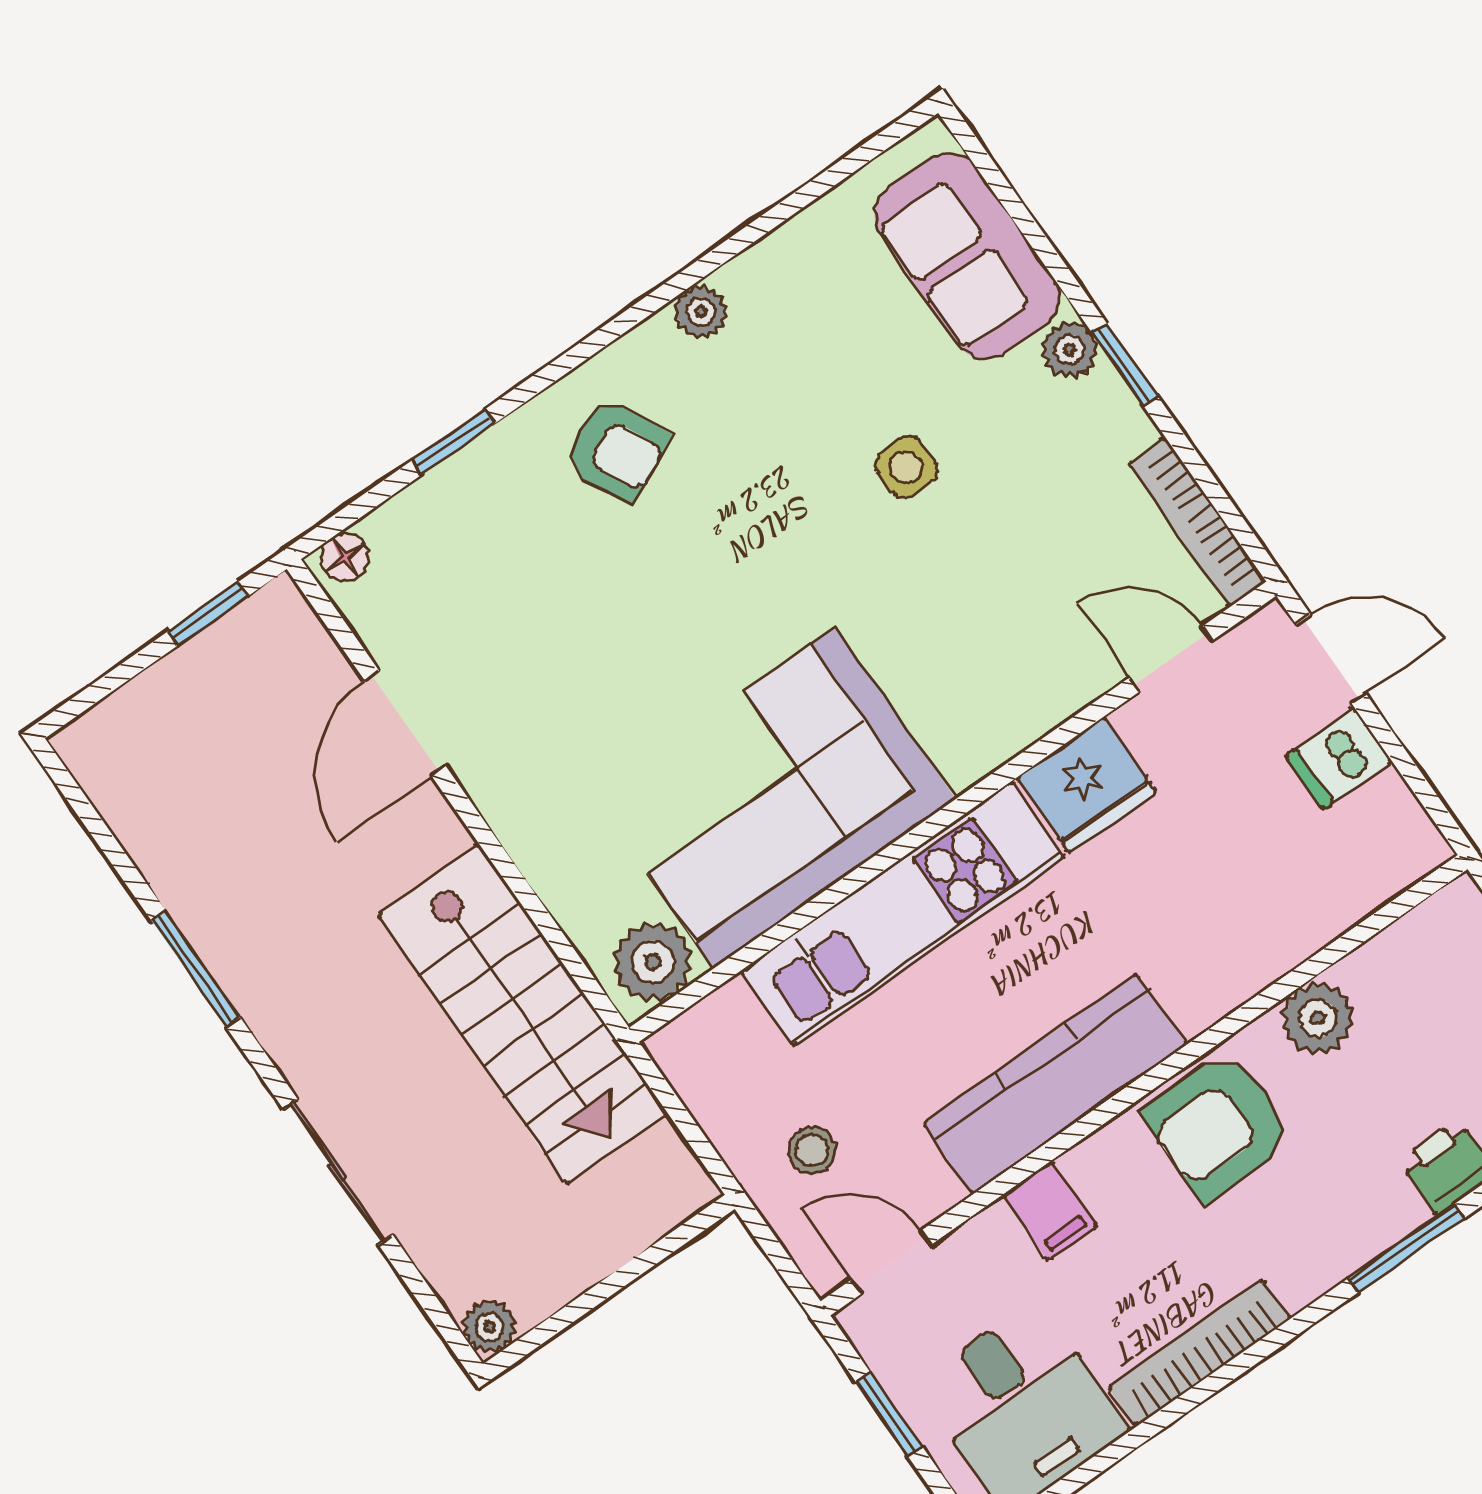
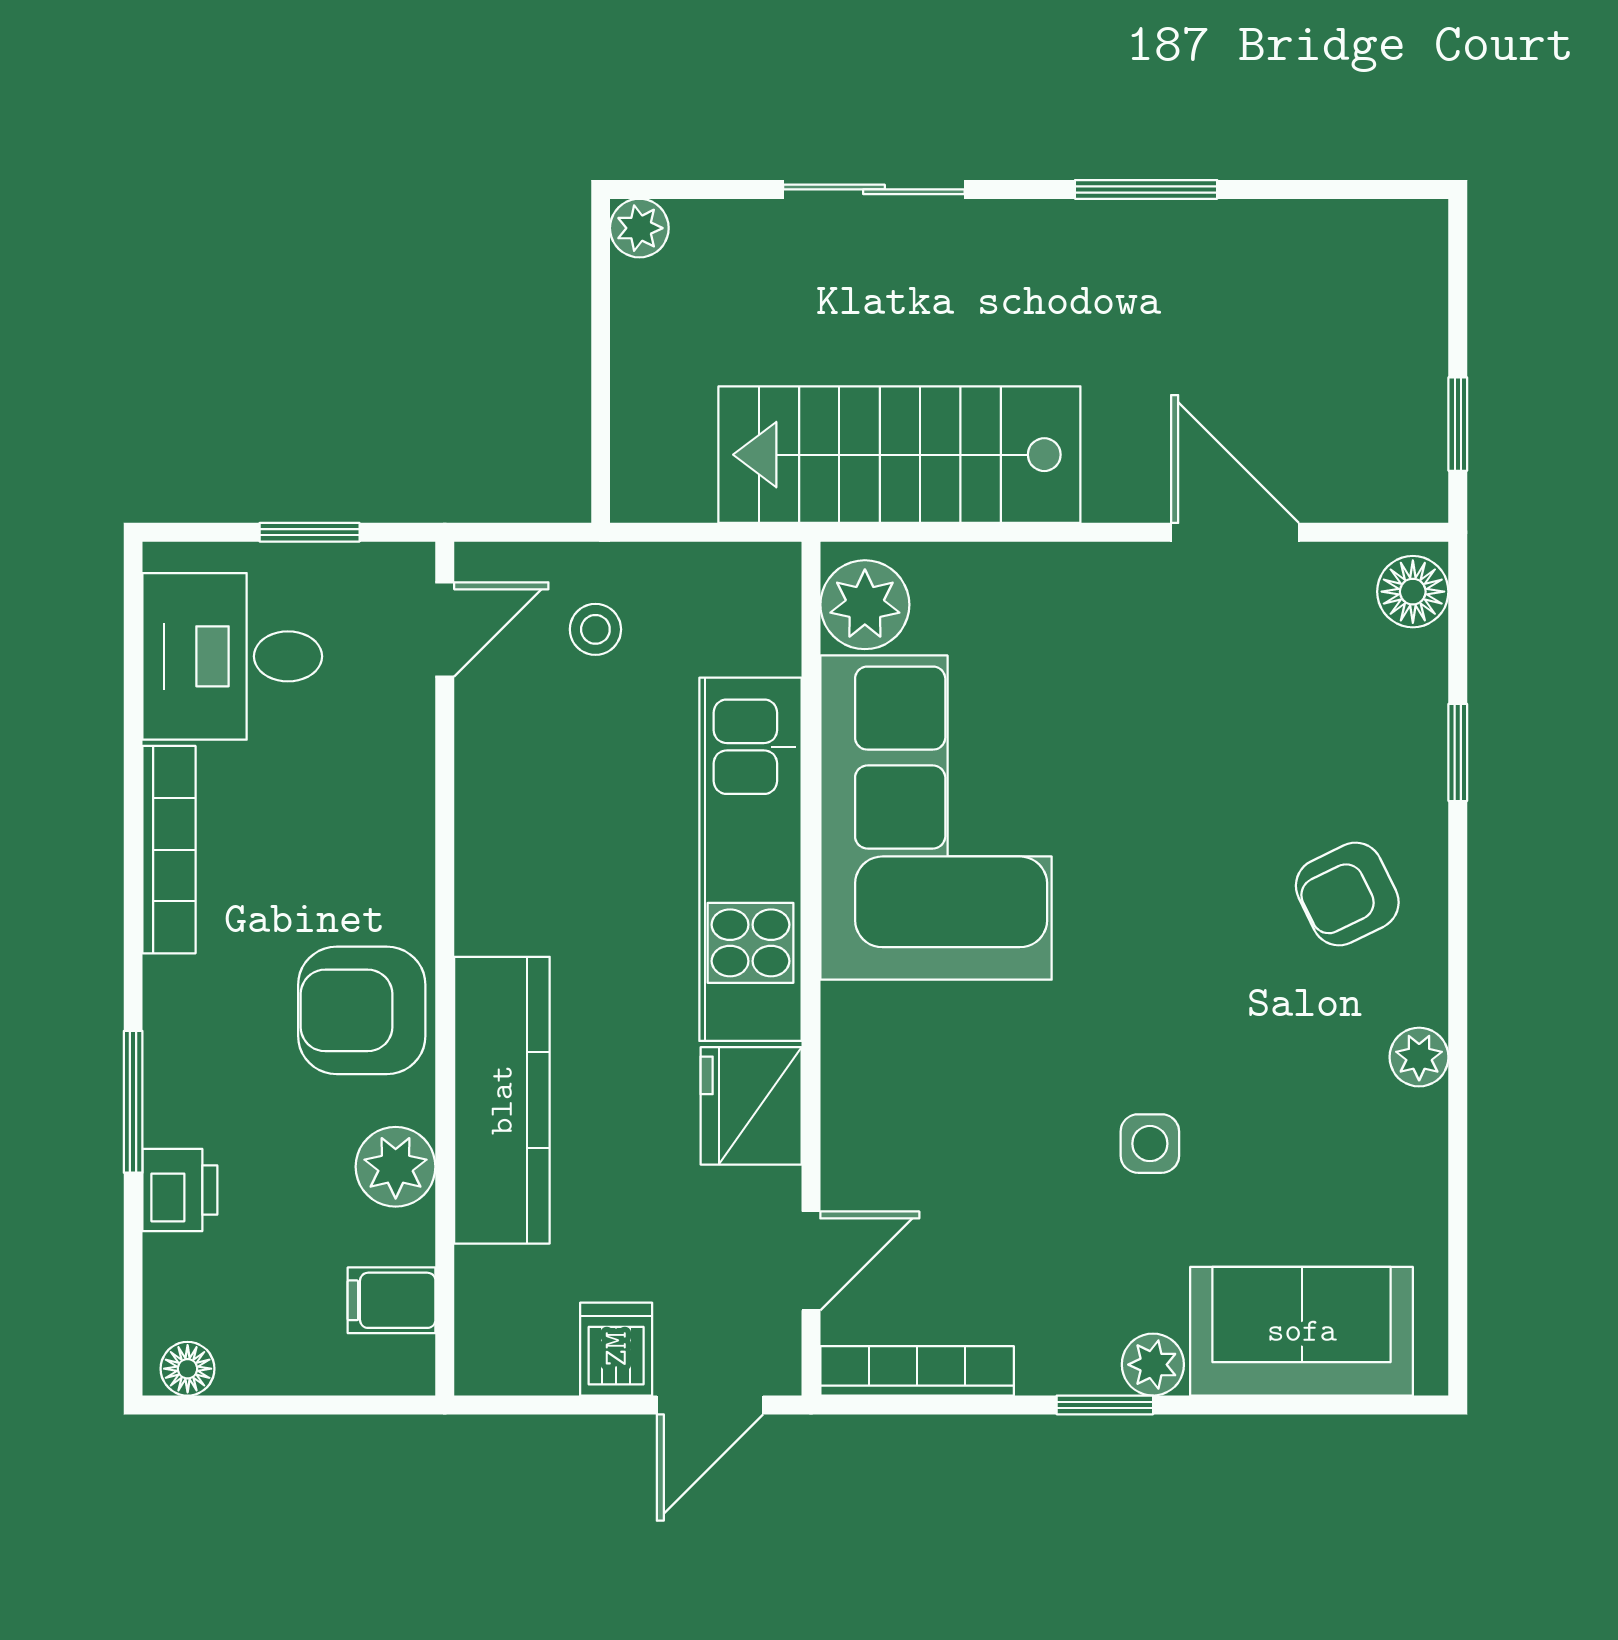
floor lamp: (344, 557) -> (1413, 592), width x1.37, depth x1.37
kitchen counter: (1055, 1084) -> (502, 1100), moved
armchair: (1219, 1125) -> (362, 1010), turned -90
filing cabinet: (1050, 1211) -> (392, 1300), moved

